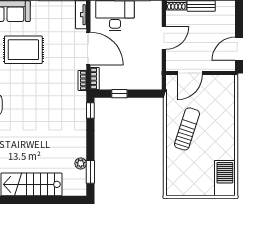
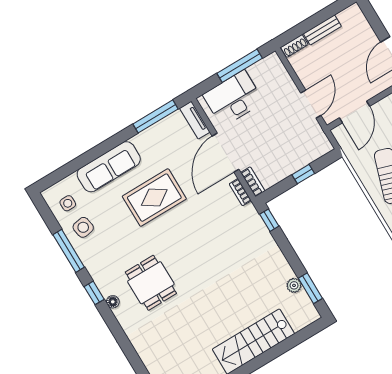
door: (164, 38) -> (311, 104), moved
door: (88, 48) -> (226, 153), swing flipped
window: (119, 94) -> (303, 174), moved

